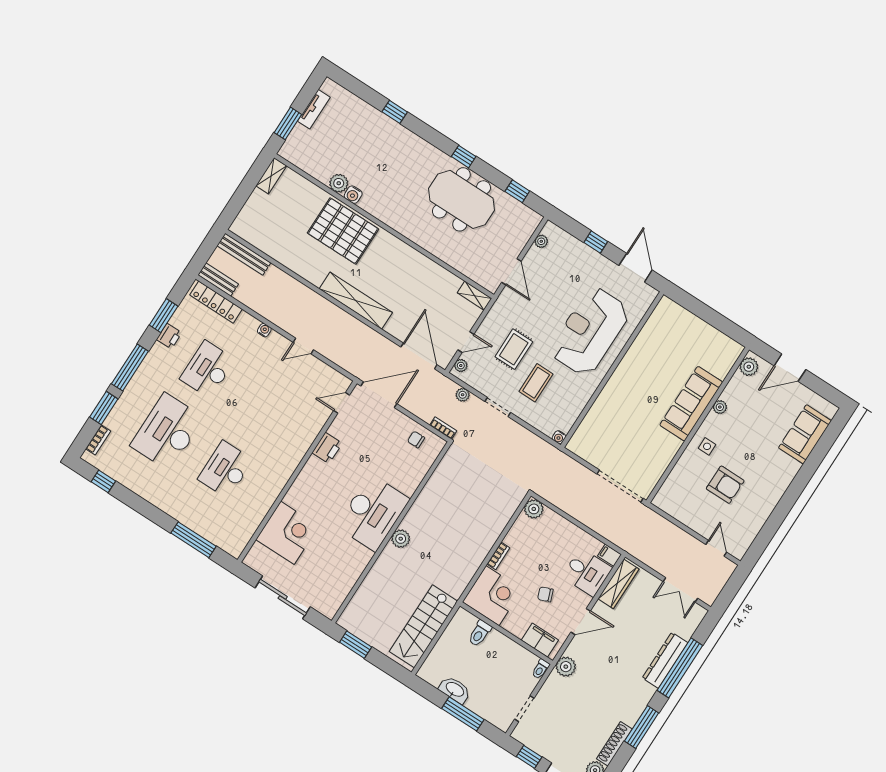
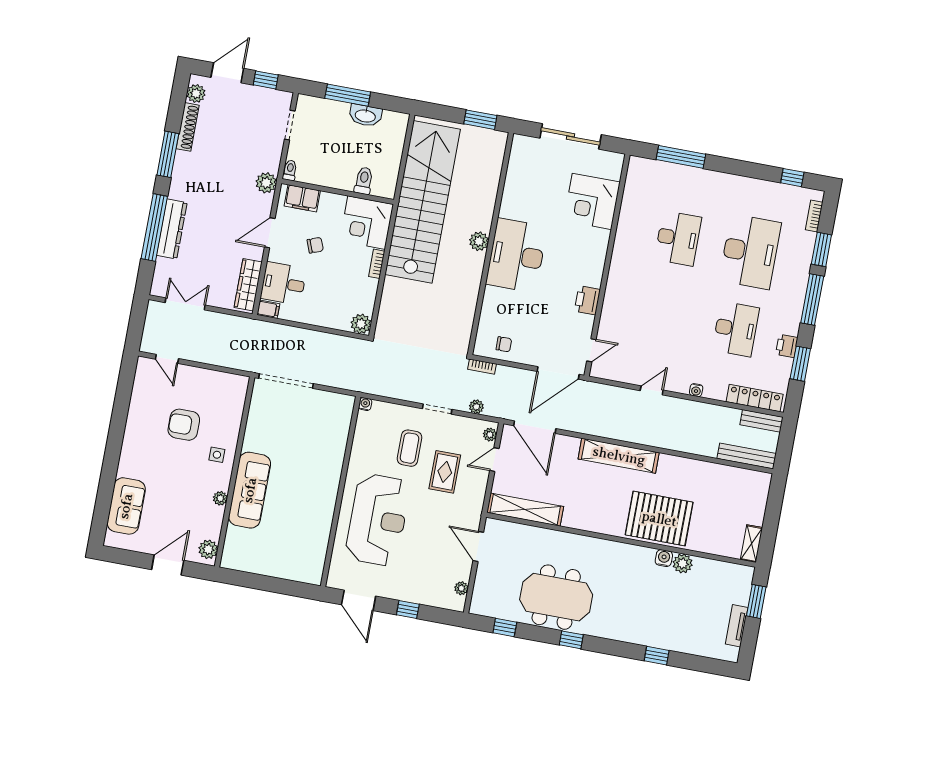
shelving: (474, 296) -> (525, 510), width x2.20, depth x1.33
stairs: (424, 626) -> (423, 202), width x1.86, depth x1.51

